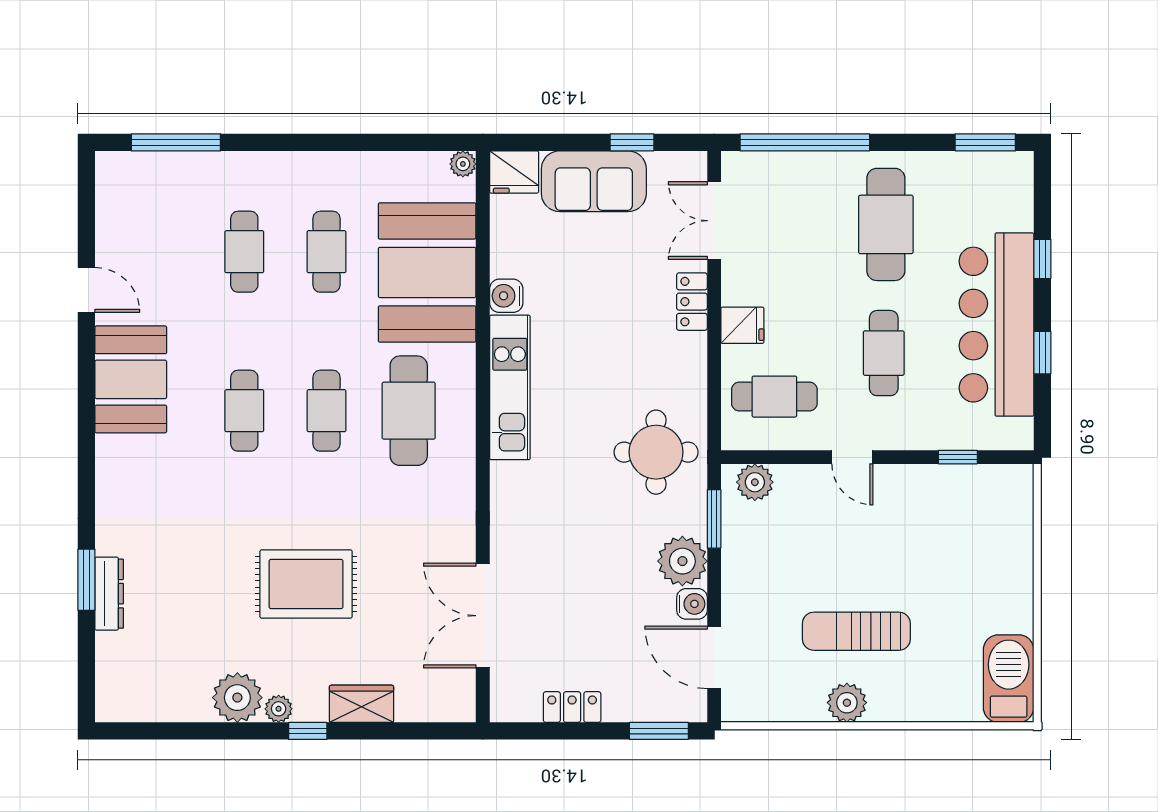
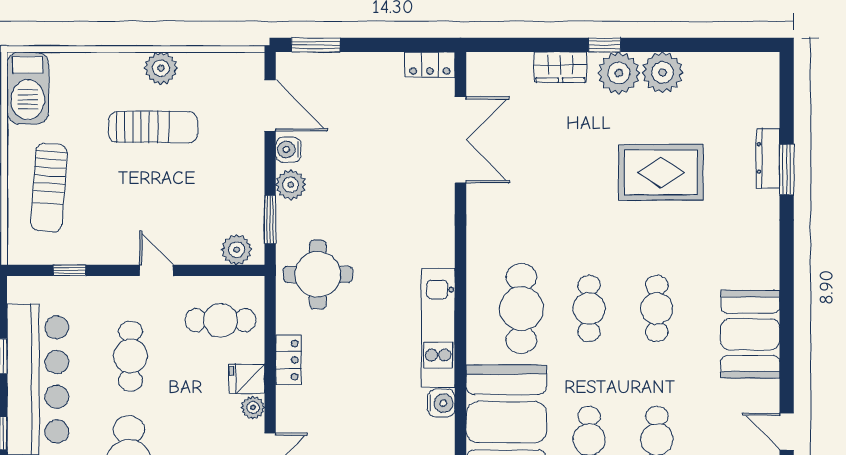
door: (86, 290) -> (787, 432), moved
plant: (735, 290) -> (253, 408), added
locker: (692, 302) -> (288, 360), moved
sun lounger: (983, 558) -> (49, 188), added
plant: (682, 561) -> (291, 185), width x0.73, depth x0.73
rug: (306, 584) -> (661, 172), moved
locker: (572, 707) -> (430, 65), moved
plant: (279, 709) -> (619, 73), width x1.88, depth x1.88

